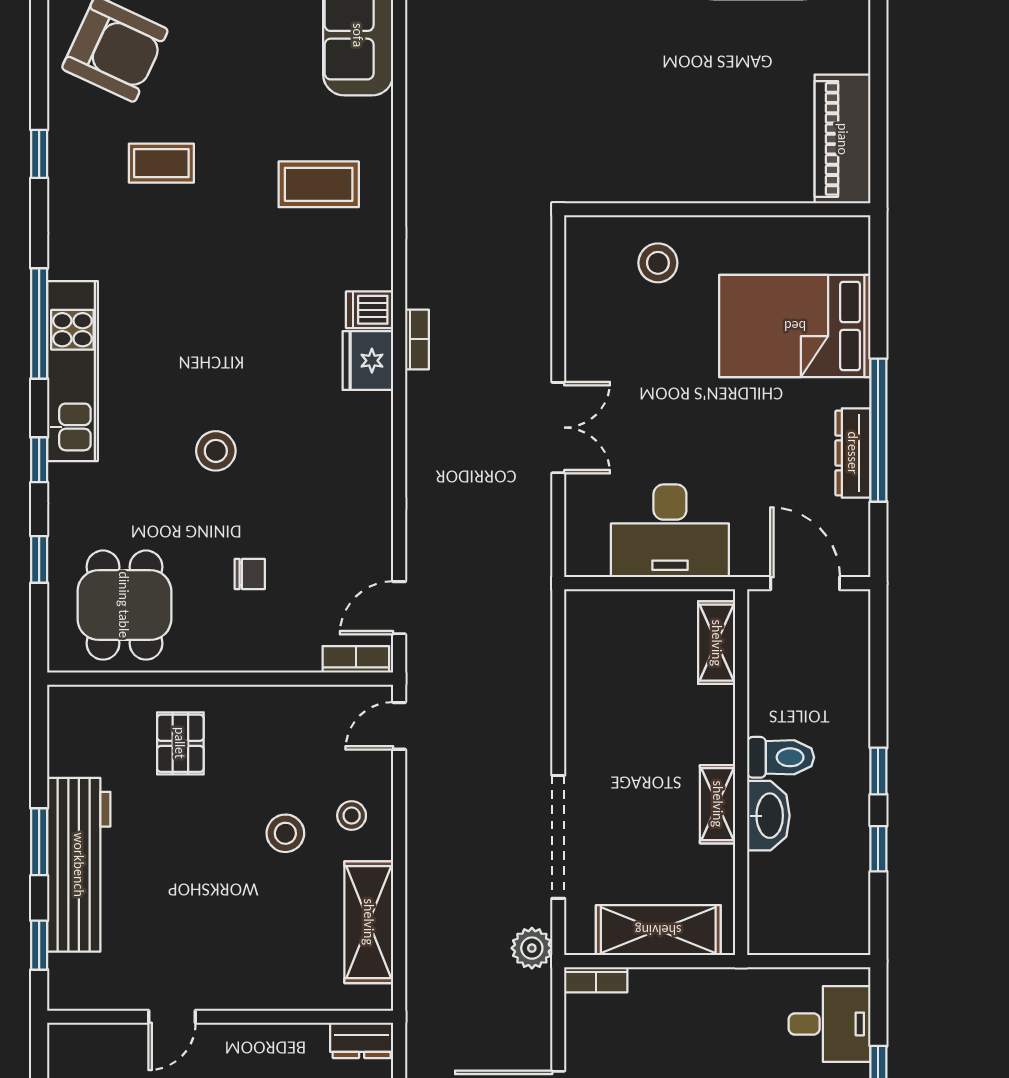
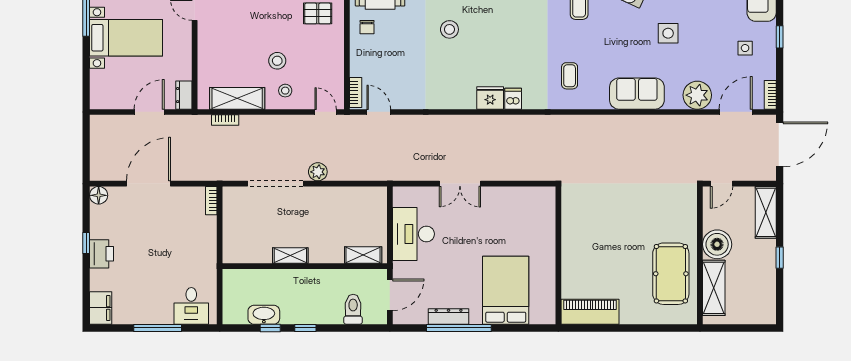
coffee table: (319, 184) -> (570, 76), width x0.73, depth x0.77
stool: (658, 263) -> (534, 229), removed
bookcase: (417, 339) -> (225, 120), moved
chair: (250, 574) -> (367, 27), moved
toilet: (781, 757) -> (353, 309), moved, turned 180
washbasin: (768, 816) -> (264, 315), moved, turned 180
shelving: (658, 930) -> (234, 229), removed
plant: (532, 948) -> (318, 172), moved

